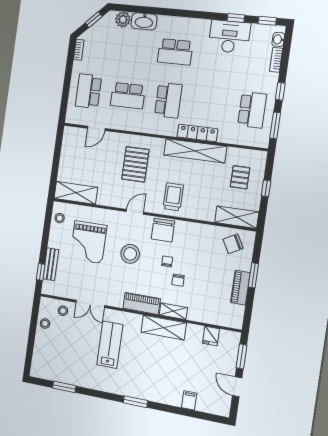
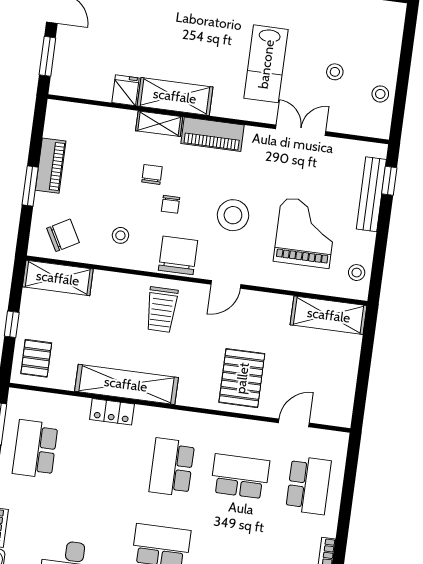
locker: (197, 133) -> (112, 412), width x0.66
pallet: (135, 164) -> (242, 378), moved
pallet: (240, 177) -> (36, 358), moved
stool: (198, 243) -> (120, 235), added
bench: (51, 264) -> (371, 194), width x1.36
stool: (63, 311) -> (335, 72), moved
fridge: (211, 336) -> (126, 90), moved

